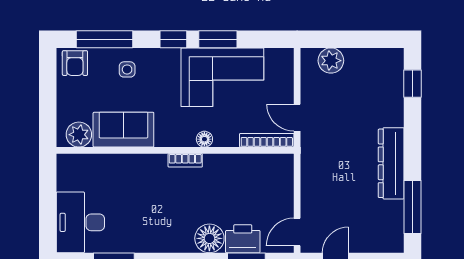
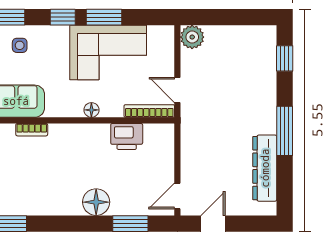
plant: (331, 61) -> (192, 37), moved
bookcase: (185, 160) -> (32, 130), moved
dresser: (391, 163) -> (265, 168), moved
window: (413, 207) -> (285, 131), moved
printer: (243, 239) -> (127, 136), moved, turned 180

